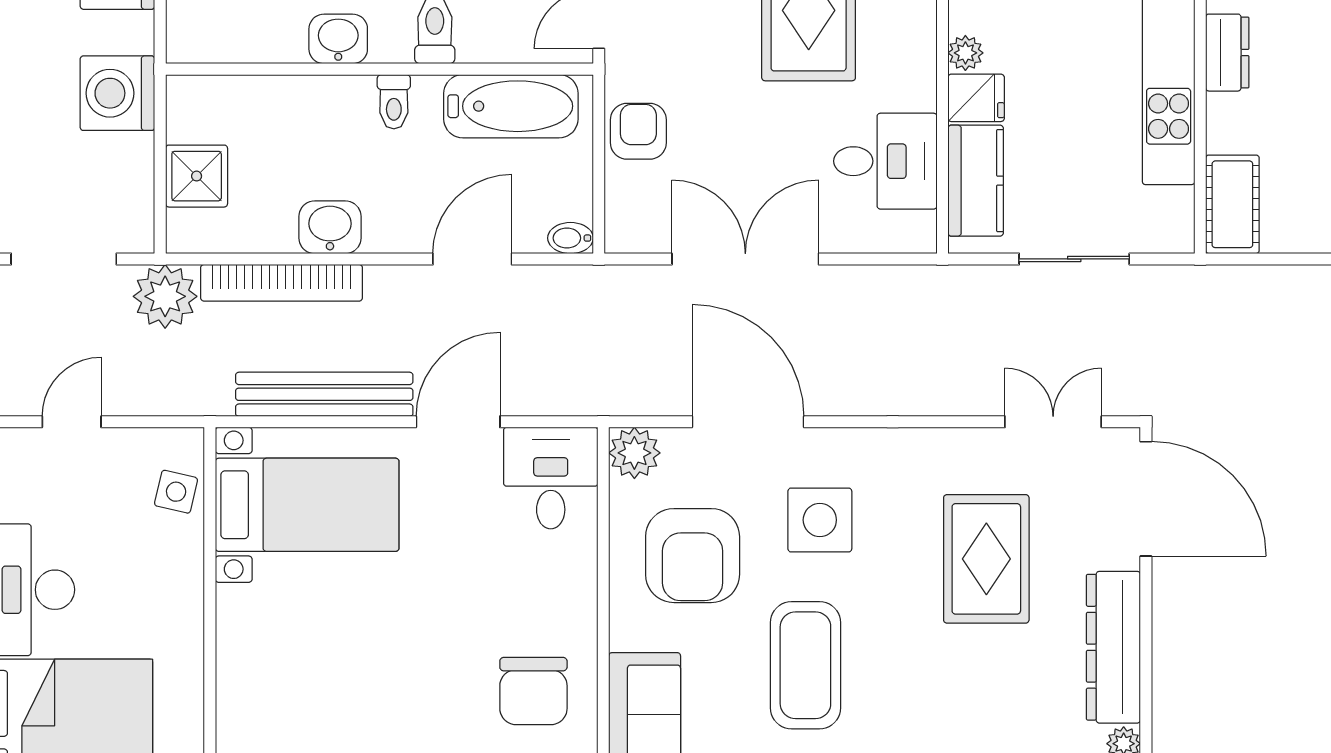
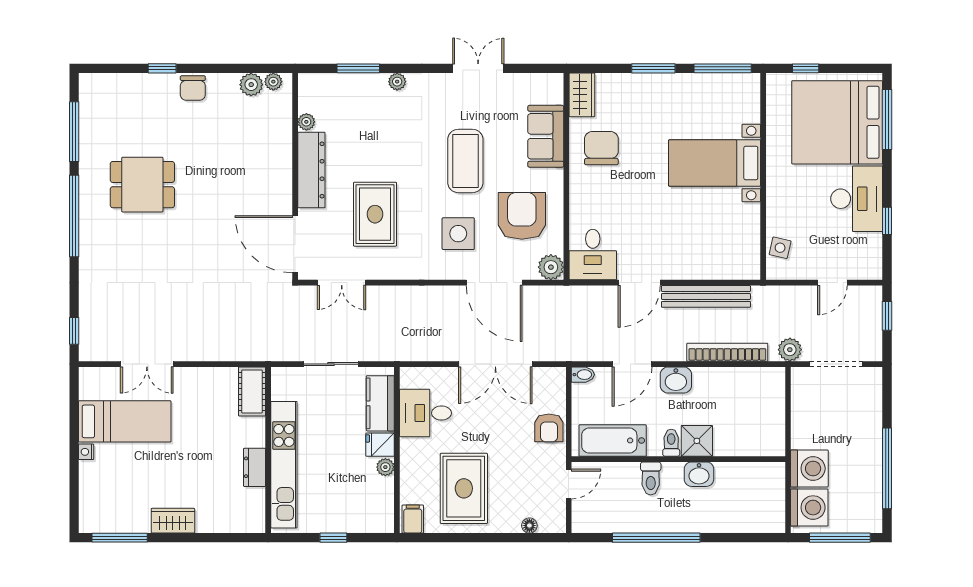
washing machine: (117, 93) -> (809, 468), moved
shower: (197, 176) -> (697, 441), moved
washbasin: (330, 227) -> (676, 380), moved
plant: (165, 296) -> (790, 350), width x0.73, depth x0.73
bed with nightstands: (307, 505) -> (715, 163), moved

